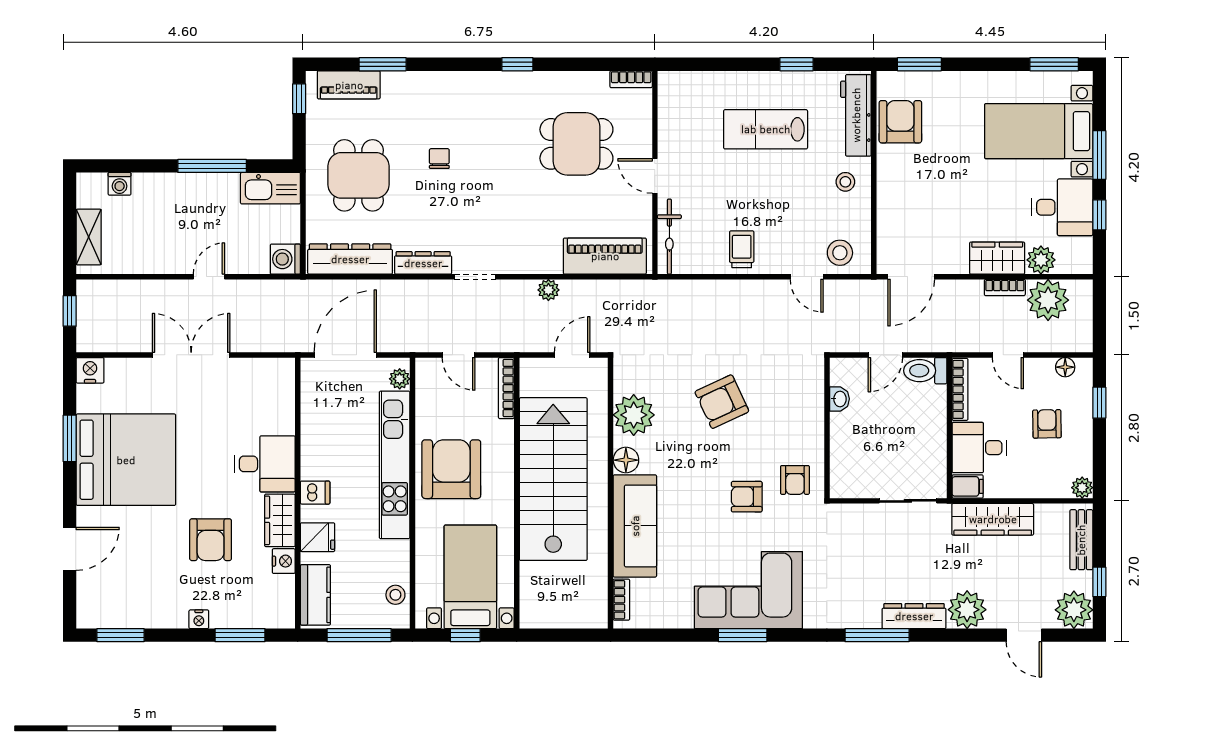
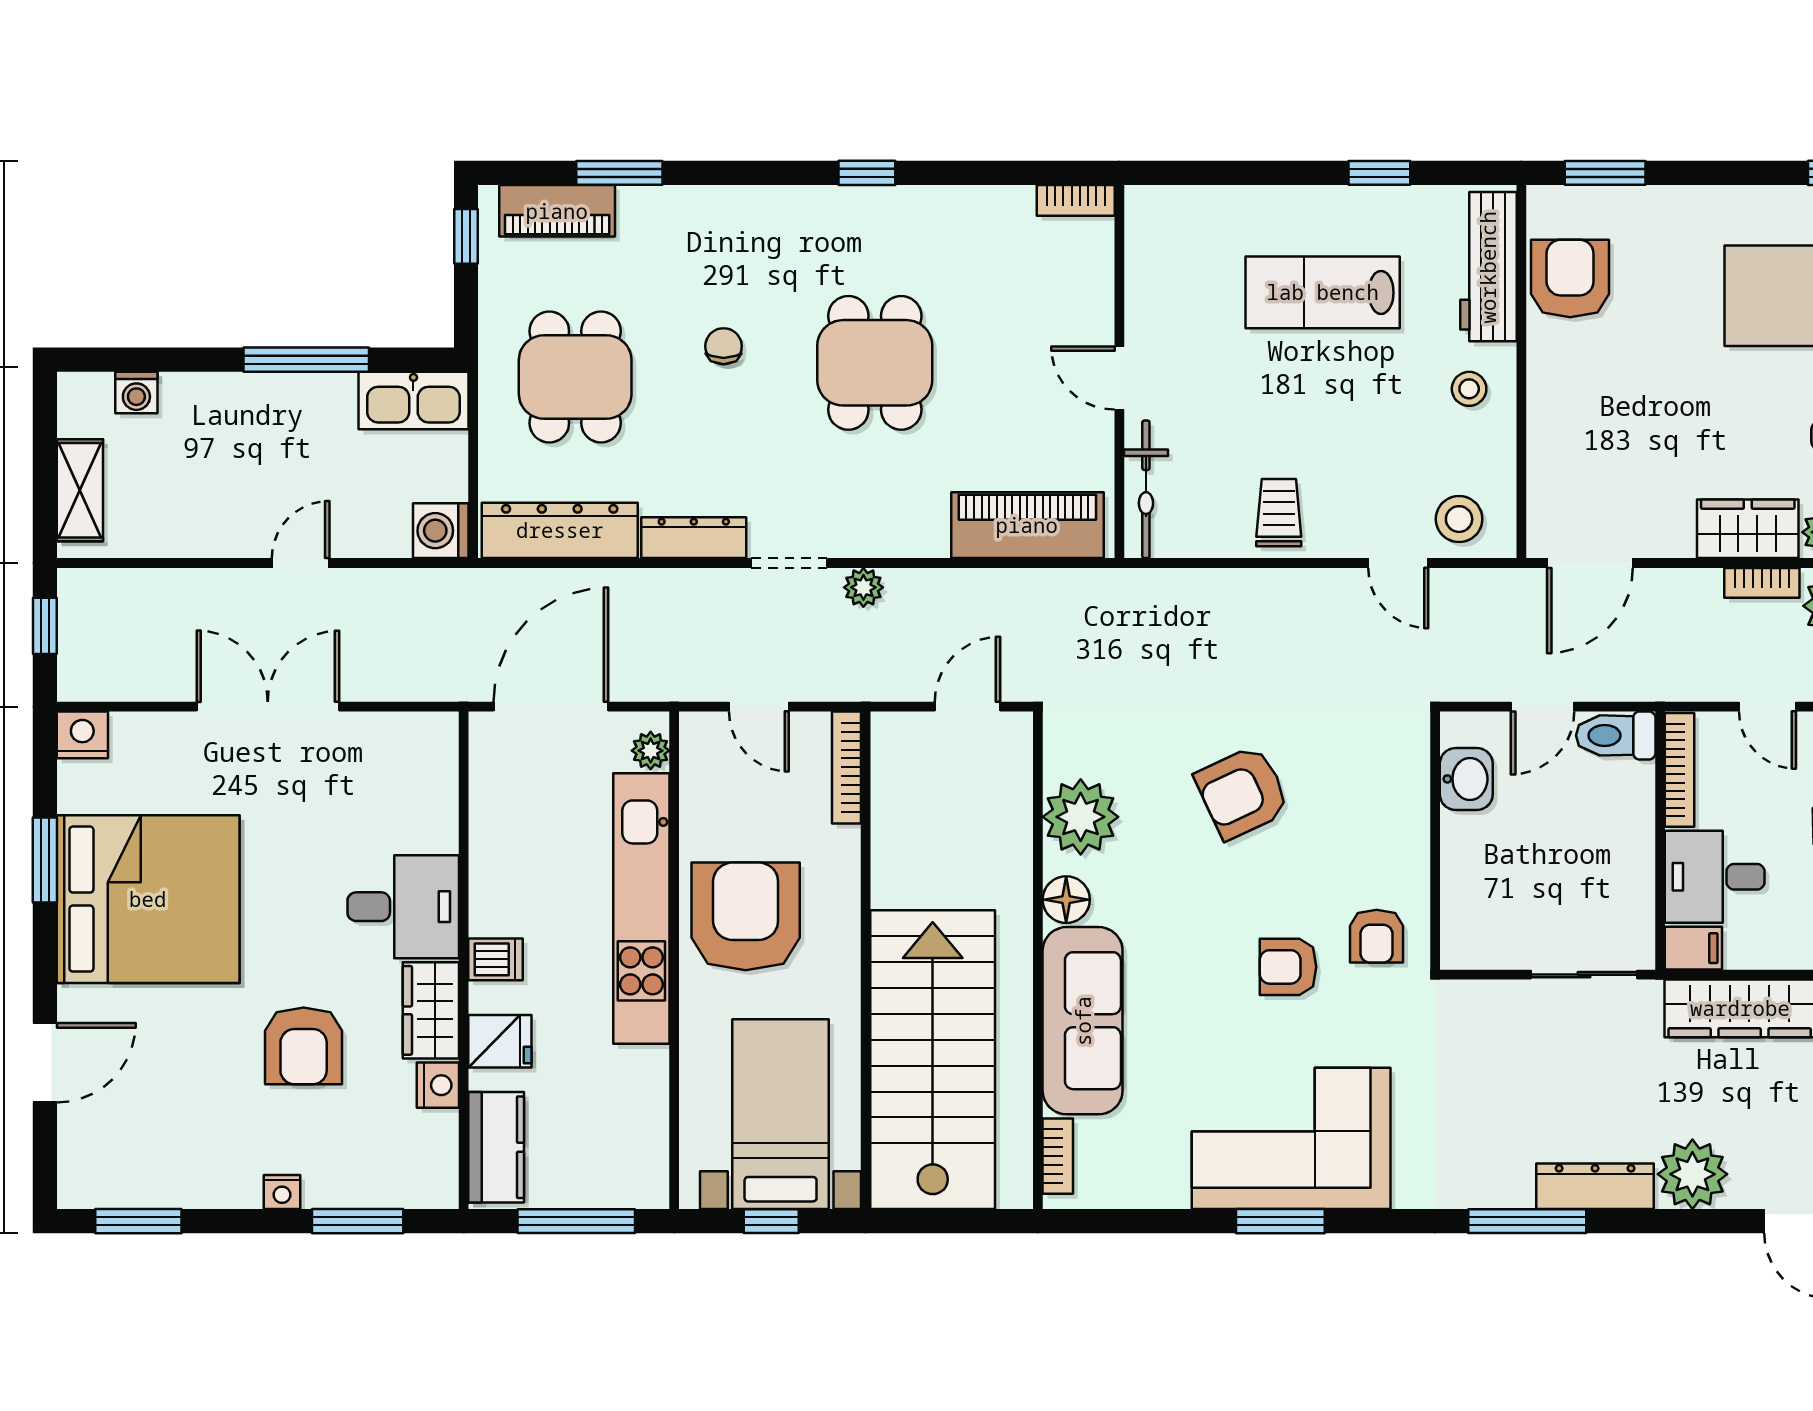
dining table: (576, 144) -> (875, 363), moved, turned 90
plant: (548, 290) -> (863, 587), moved
washbasin: (839, 399) -> (1466, 779), width x1.38, depth x1.45
stairs: (553, 479) -> (933, 1060), moved
stool: (395, 595) -> (643, 1147), removed

